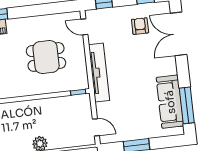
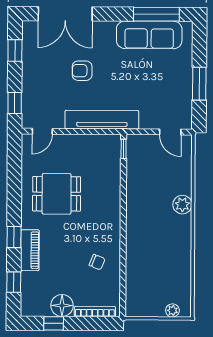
armchair: (140, 26) -> (82, 71), moved
dining table: (46, 57) -> (57, 194), moved, turned 90
door: (96, 127) -> (170, 132), swing flipped

